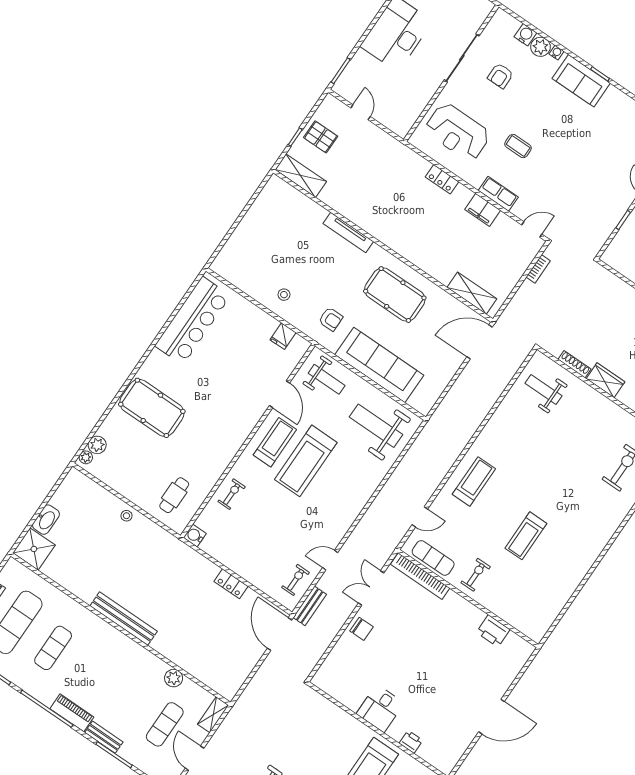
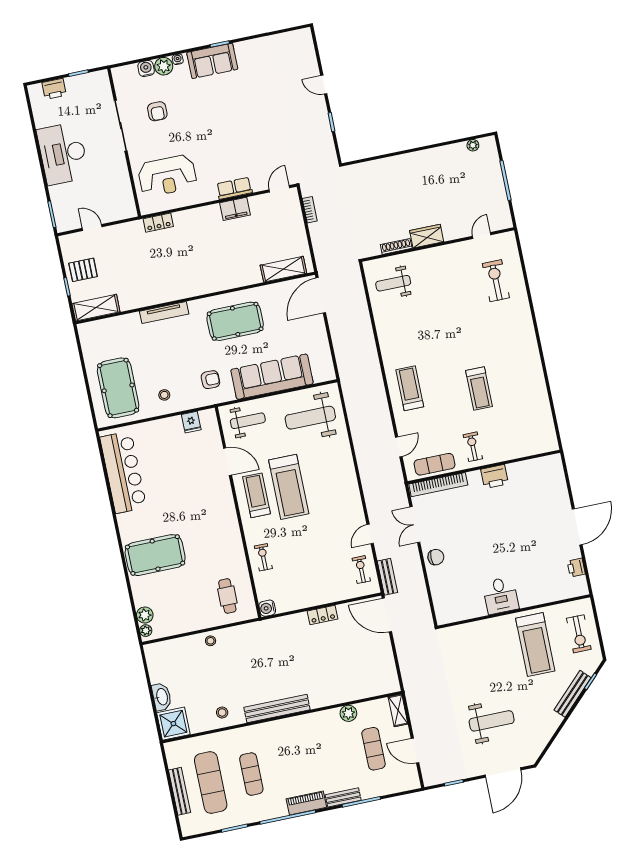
coffee table: (518, 146) -> (215, 145), removed
locker: (442, 179) -> (158, 223), moved
pool table: (255, 253) -> (118, 388), added
stool: (79, 579) -> (222, 713), added
printer: (493, 631) -> (495, 476), moved
printer: (411, 742) -> (576, 567), moved, turned -90

